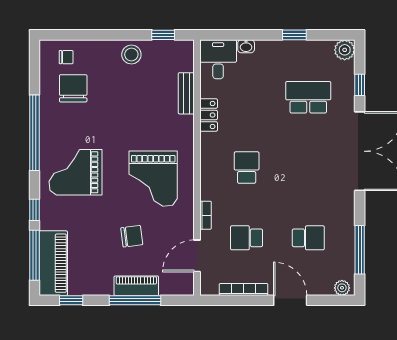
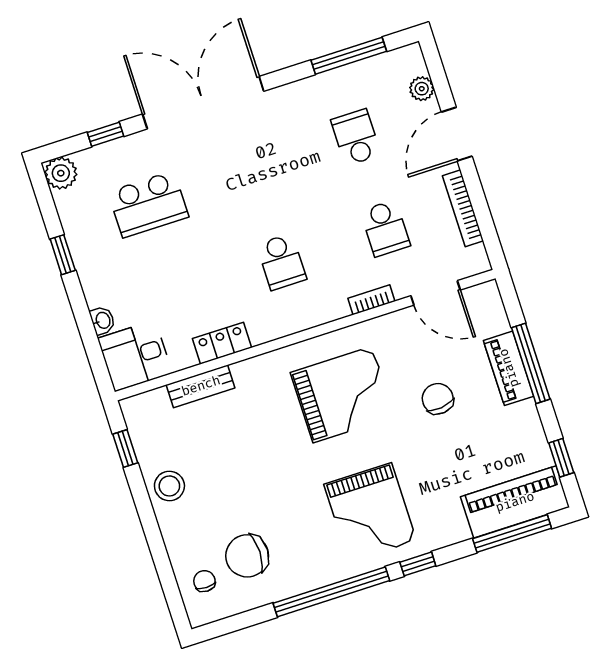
school desk: (308, 97) -> (148, 204), turned -90
school desk: (247, 168) -> (281, 262), turned -90
window: (34, 210) -> (418, 564), moved
plant: (342, 288) -> (422, 89), moved

